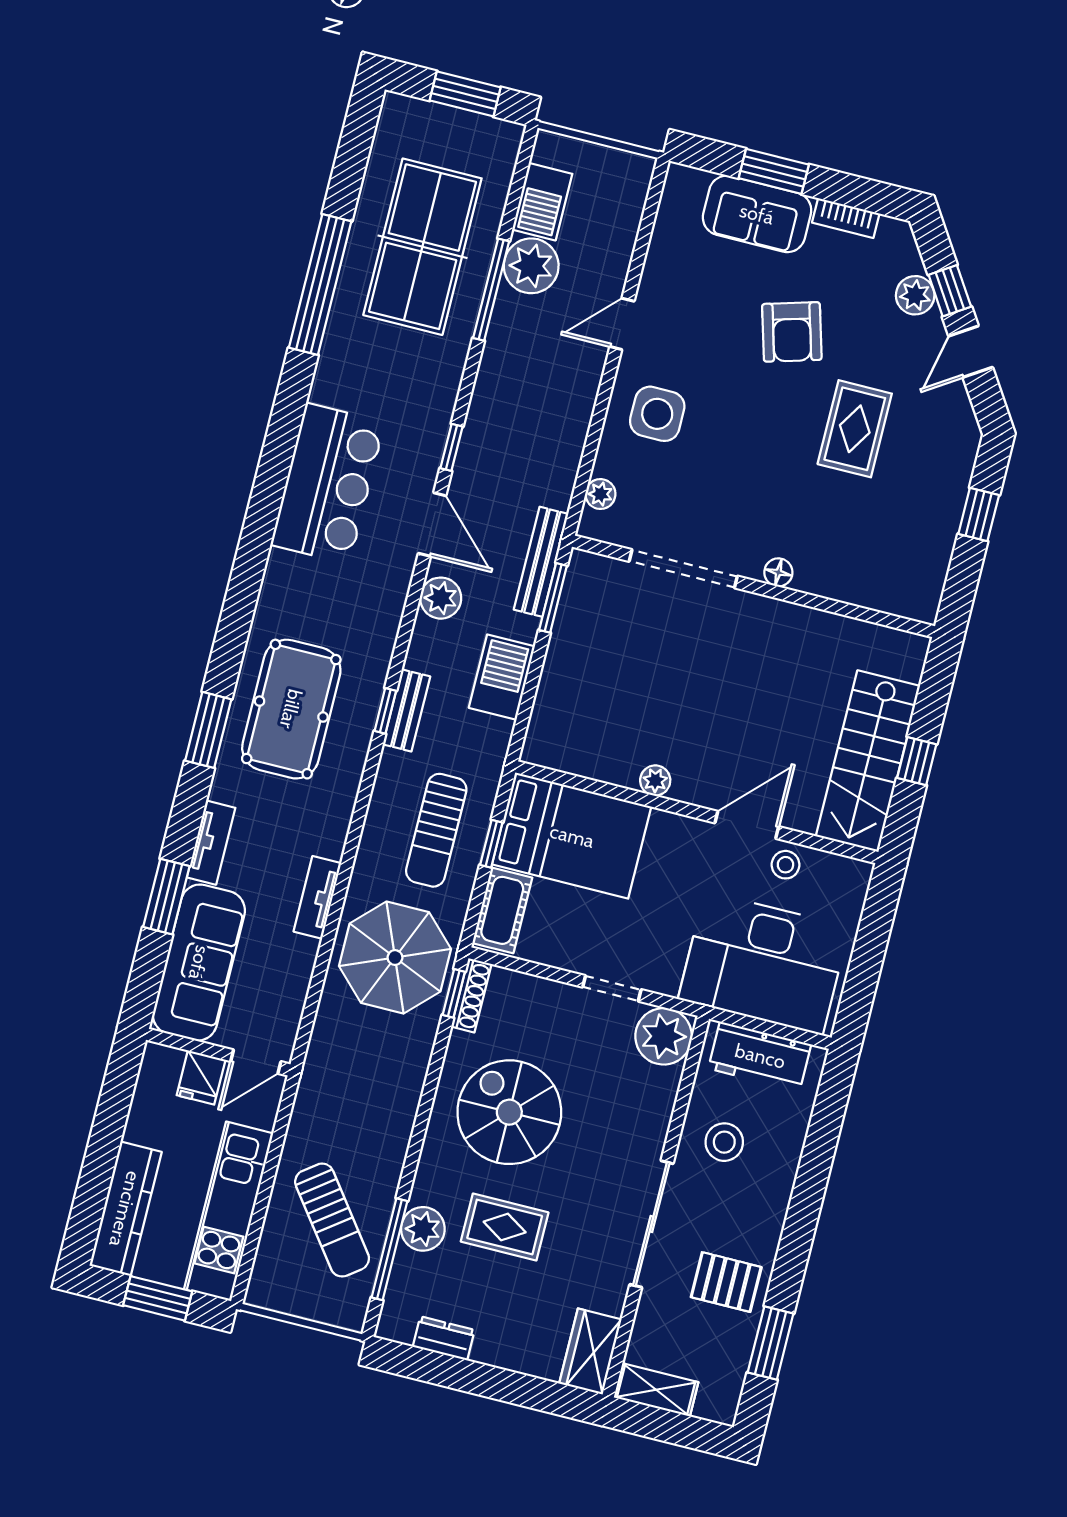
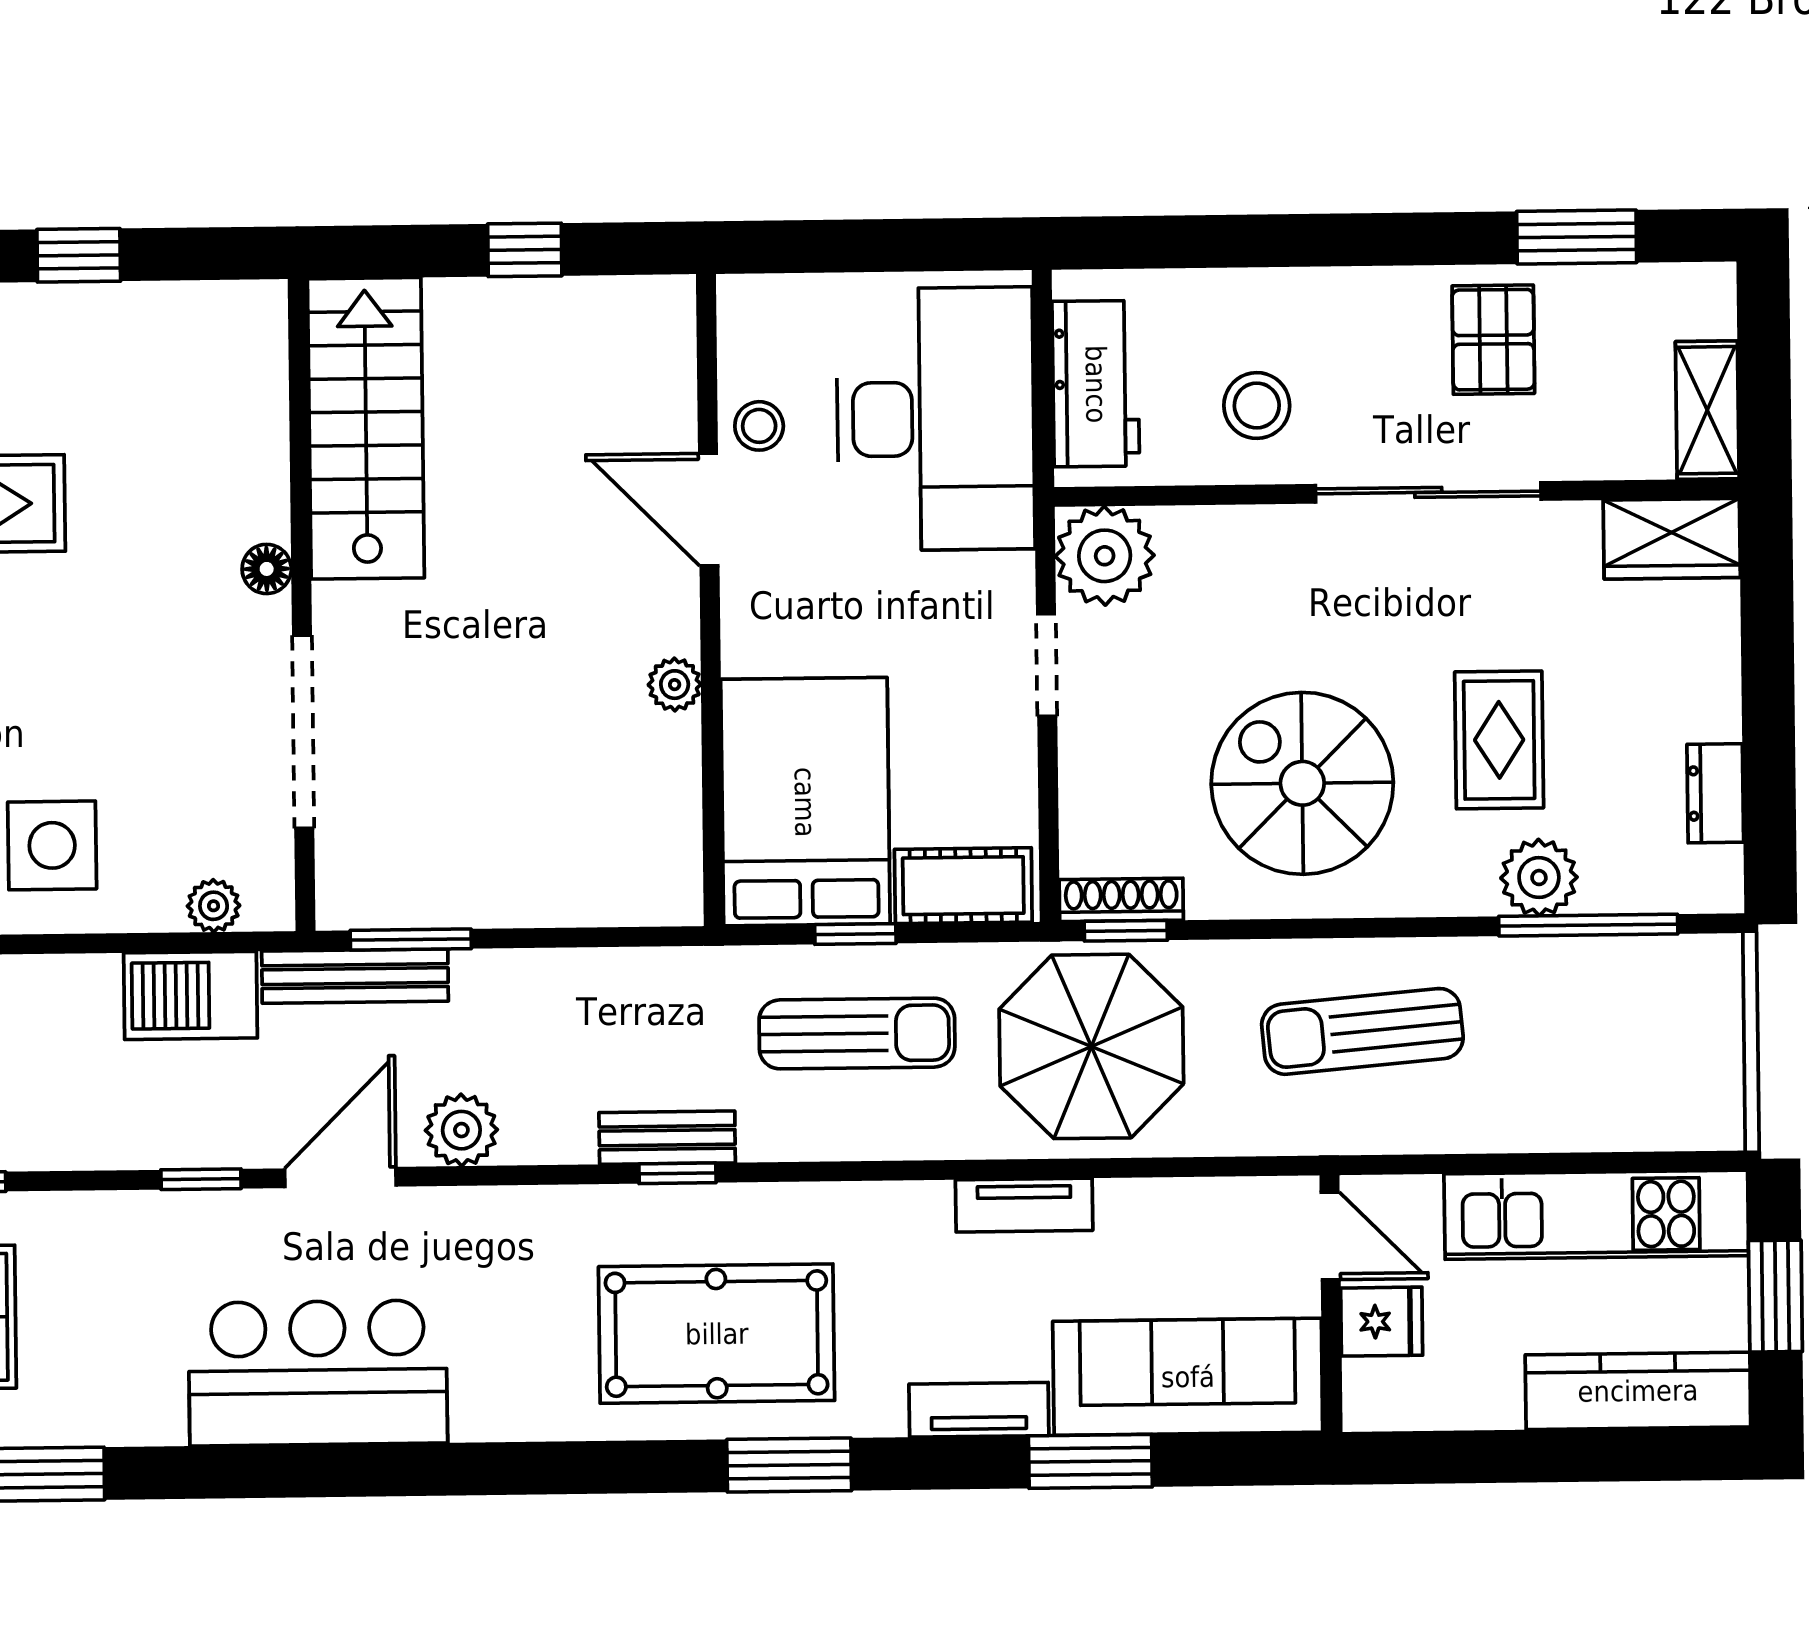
barbecue: (502, 677) -> (190, 995), moved
stairs: (868, 761) -> (366, 428), moved, turned -90
spiral stairs: (509, 1112) -> (1302, 783), turned 90
sun lounger: (332, 1220) -> (1362, 1031), moved, turned -148

